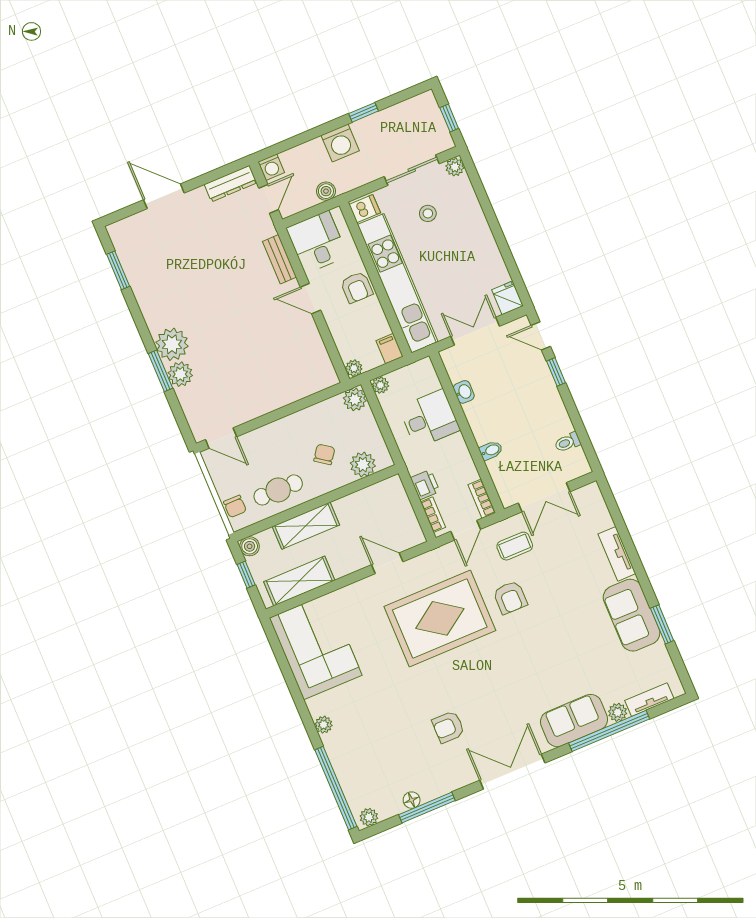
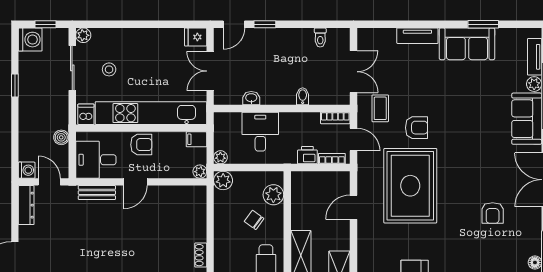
washing machine: (340, 143) -> (30, 40), moved
shoe rack: (258, 410) -> (201, 255), added

